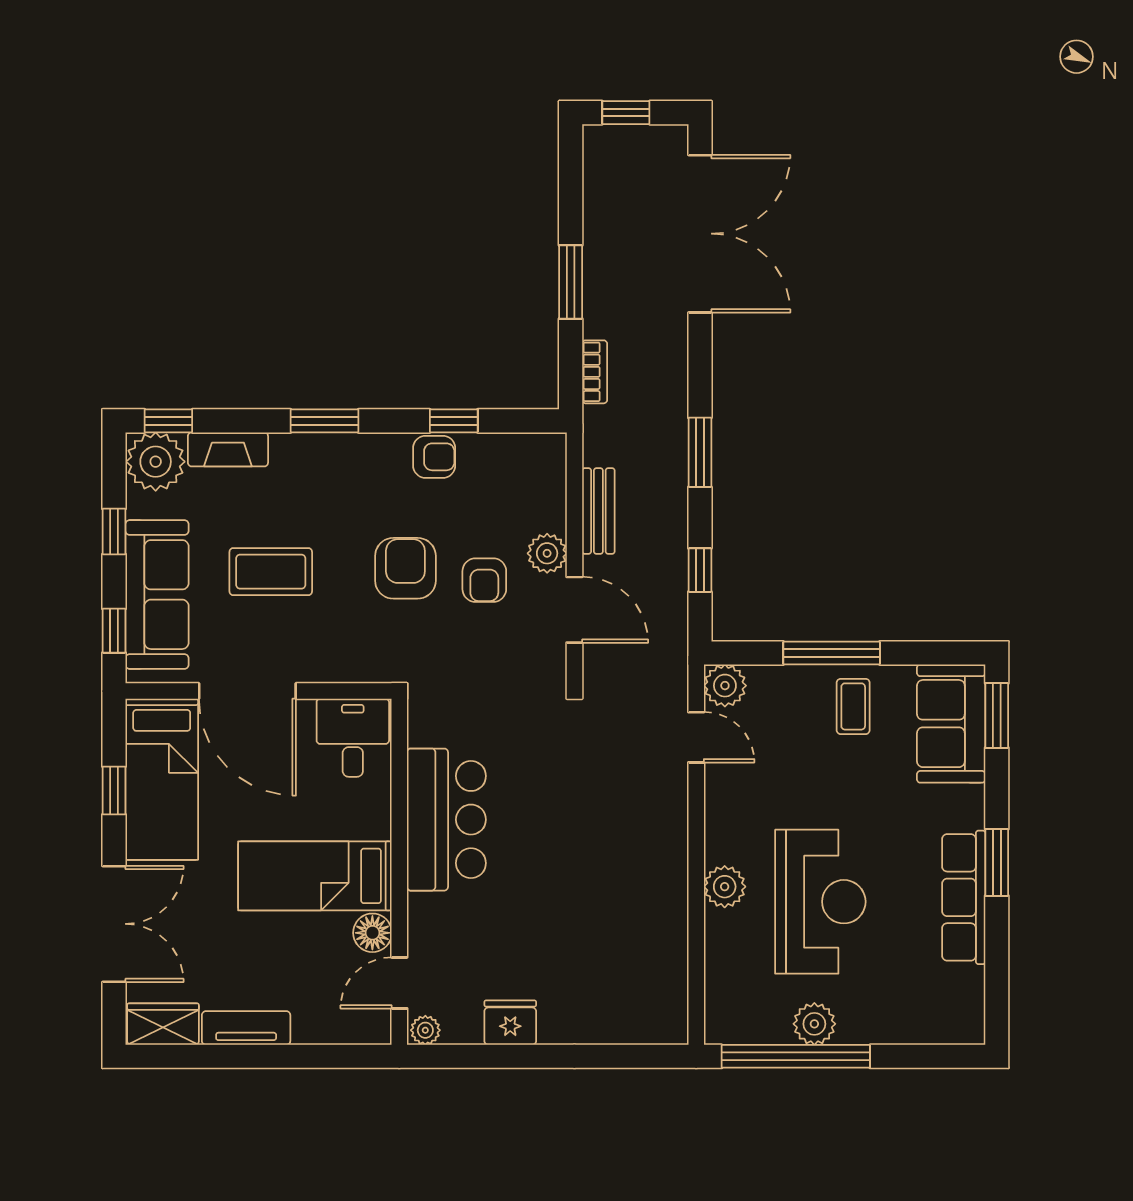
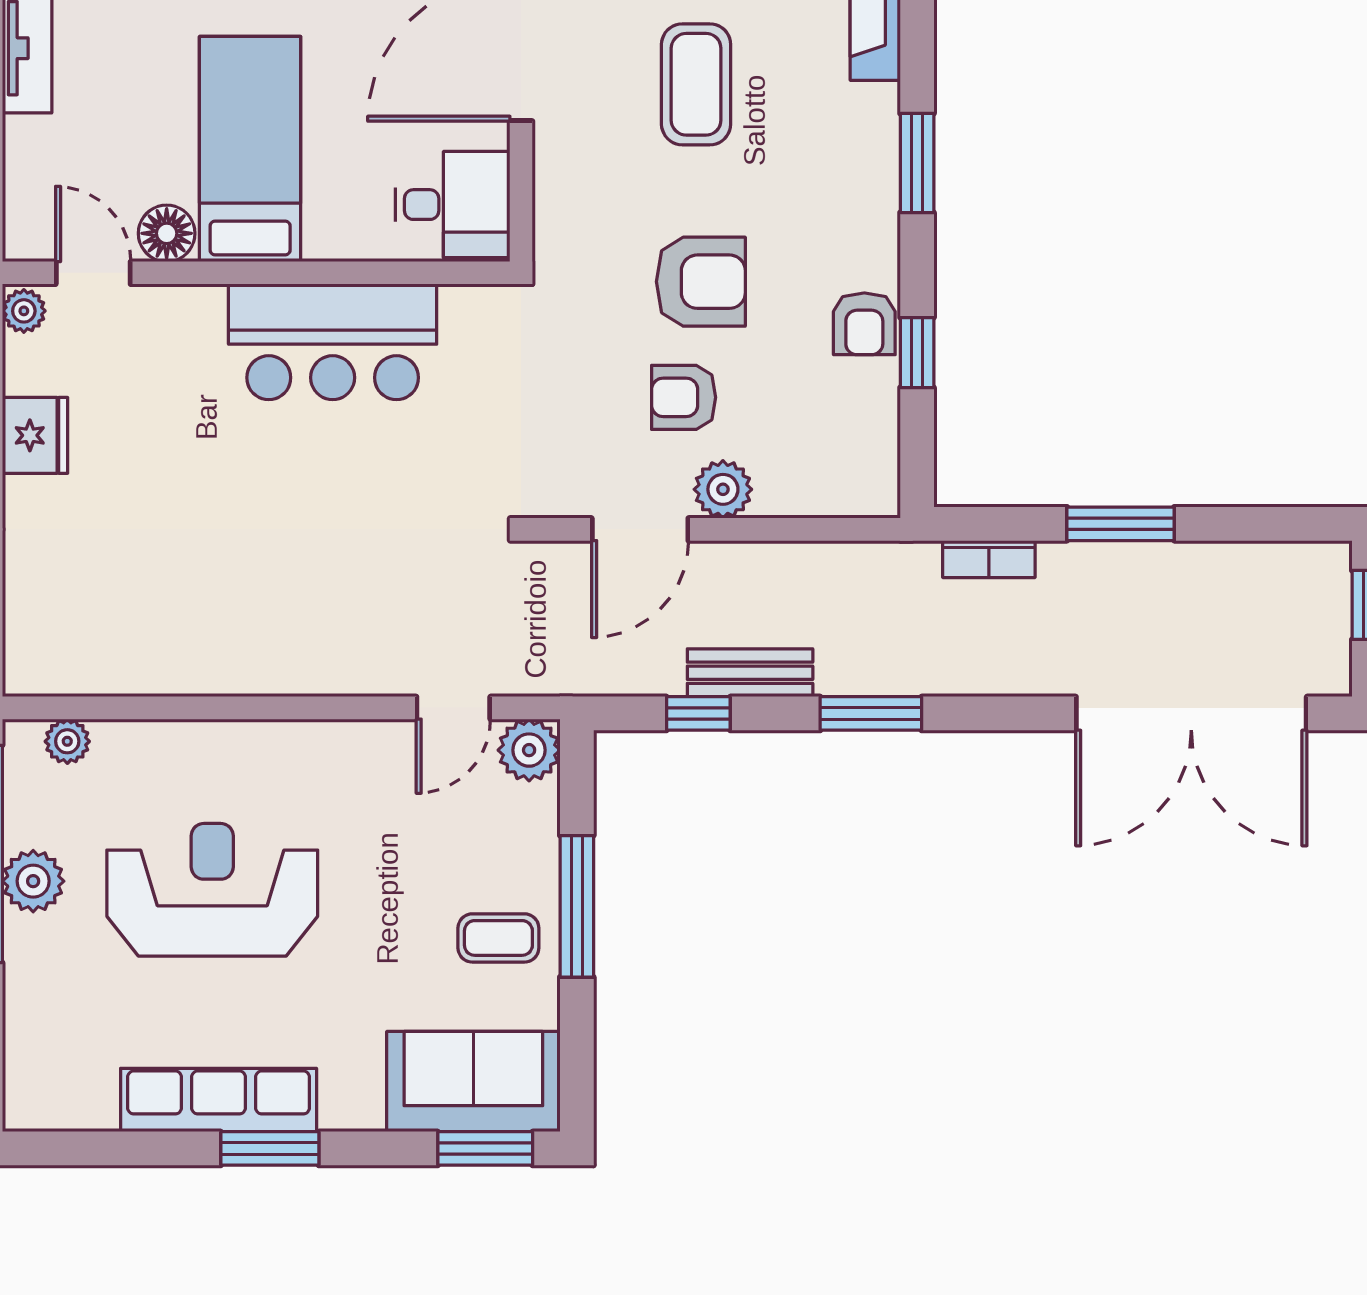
bench: (598, 511) -> (750, 673), moved
plant: (725, 887) -> (67, 741), moved, width x0.73, depth x0.73
reception desk: (820, 902) -> (212, 890), turned 180

